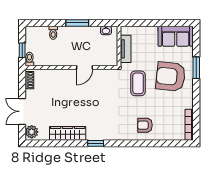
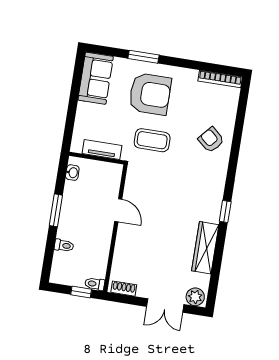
armchair: (171, 77) -> (150, 94), turned -96
armchair: (145, 125) -> (211, 140), turned 131

